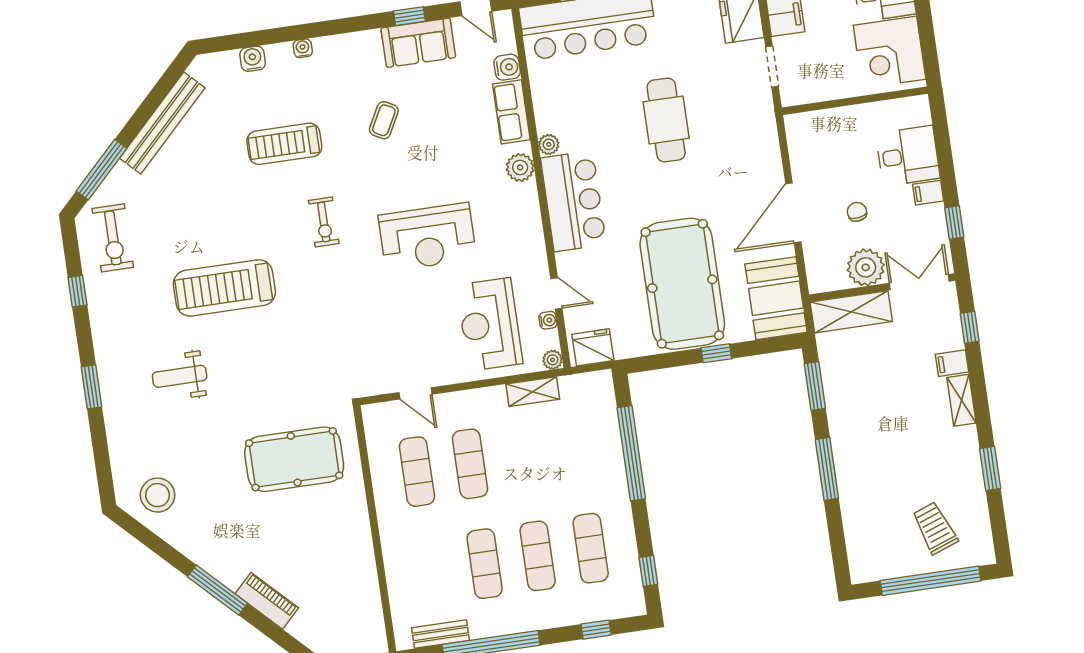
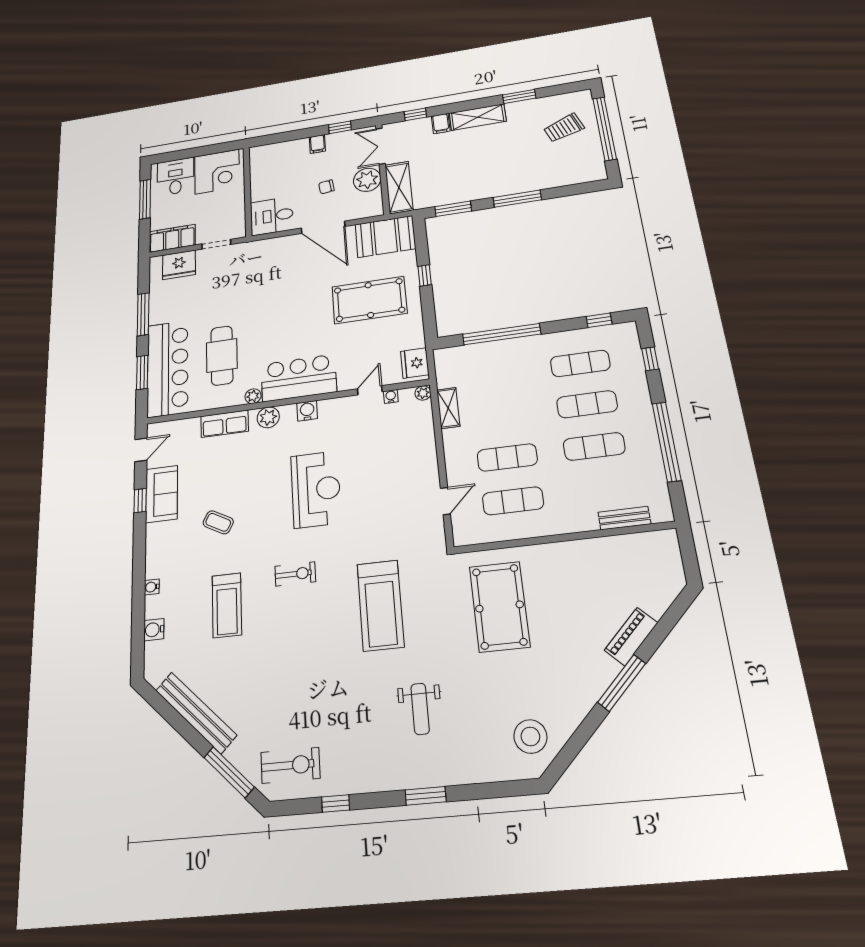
water cooler: (507, 67) -> (307, 411), moved
cafe table: (666, 120) -> (222, 355), moved, turned 90
desk: (908, 156) -> (272, 216), moved, turned -90
pool table: (682, 284) -> (369, 300), width x0.73, depth x0.76
treadmill: (224, 288) -> (380, 605), moved
reception desk: (490, 324) -> (391, 441), removed
shelving: (961, 400) -> (478, 117), width x1.50, depth x1.33
bench: (440, 634) -> (624, 518), moved, turned 90

